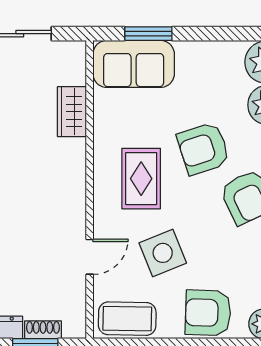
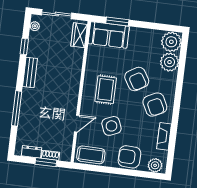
wardrobe: (72, 112) -> (79, 35), moved
armchair: (203, 149) -> (137, 79), turned -103

